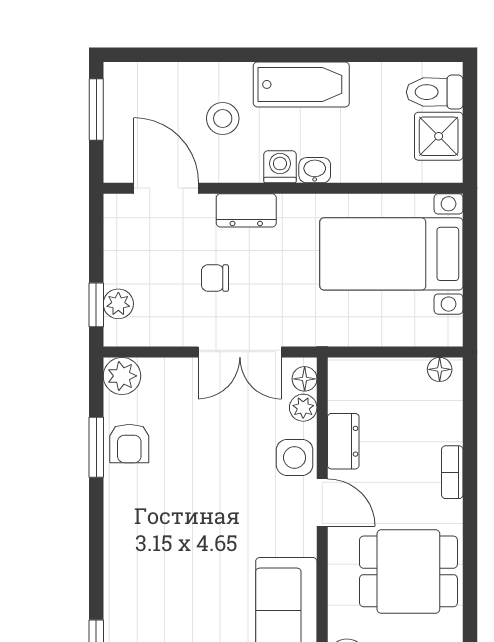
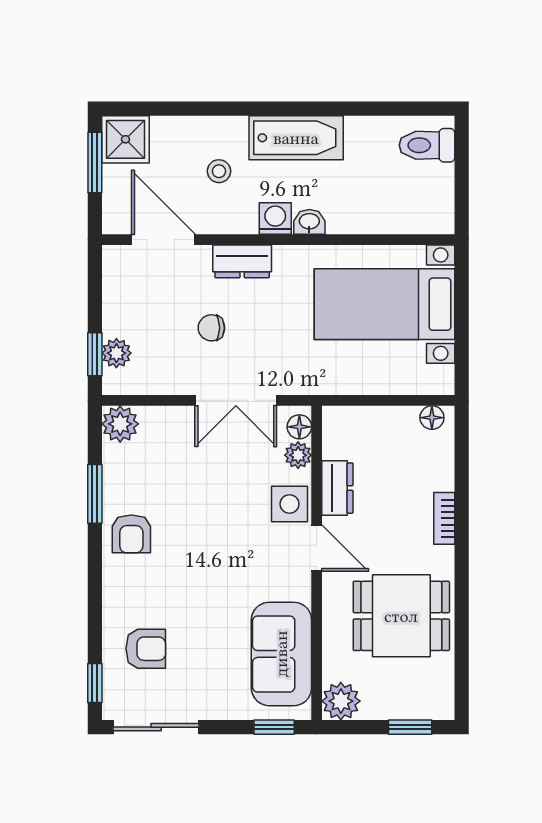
stool: (223, 118) -> (219, 171), width x0.73, depth x0.73
shower: (439, 136) -> (125, 139), moved
armchair: (129, 444) -> (131, 534), moved
armchair: (148, 605) -> (146, 649), added

